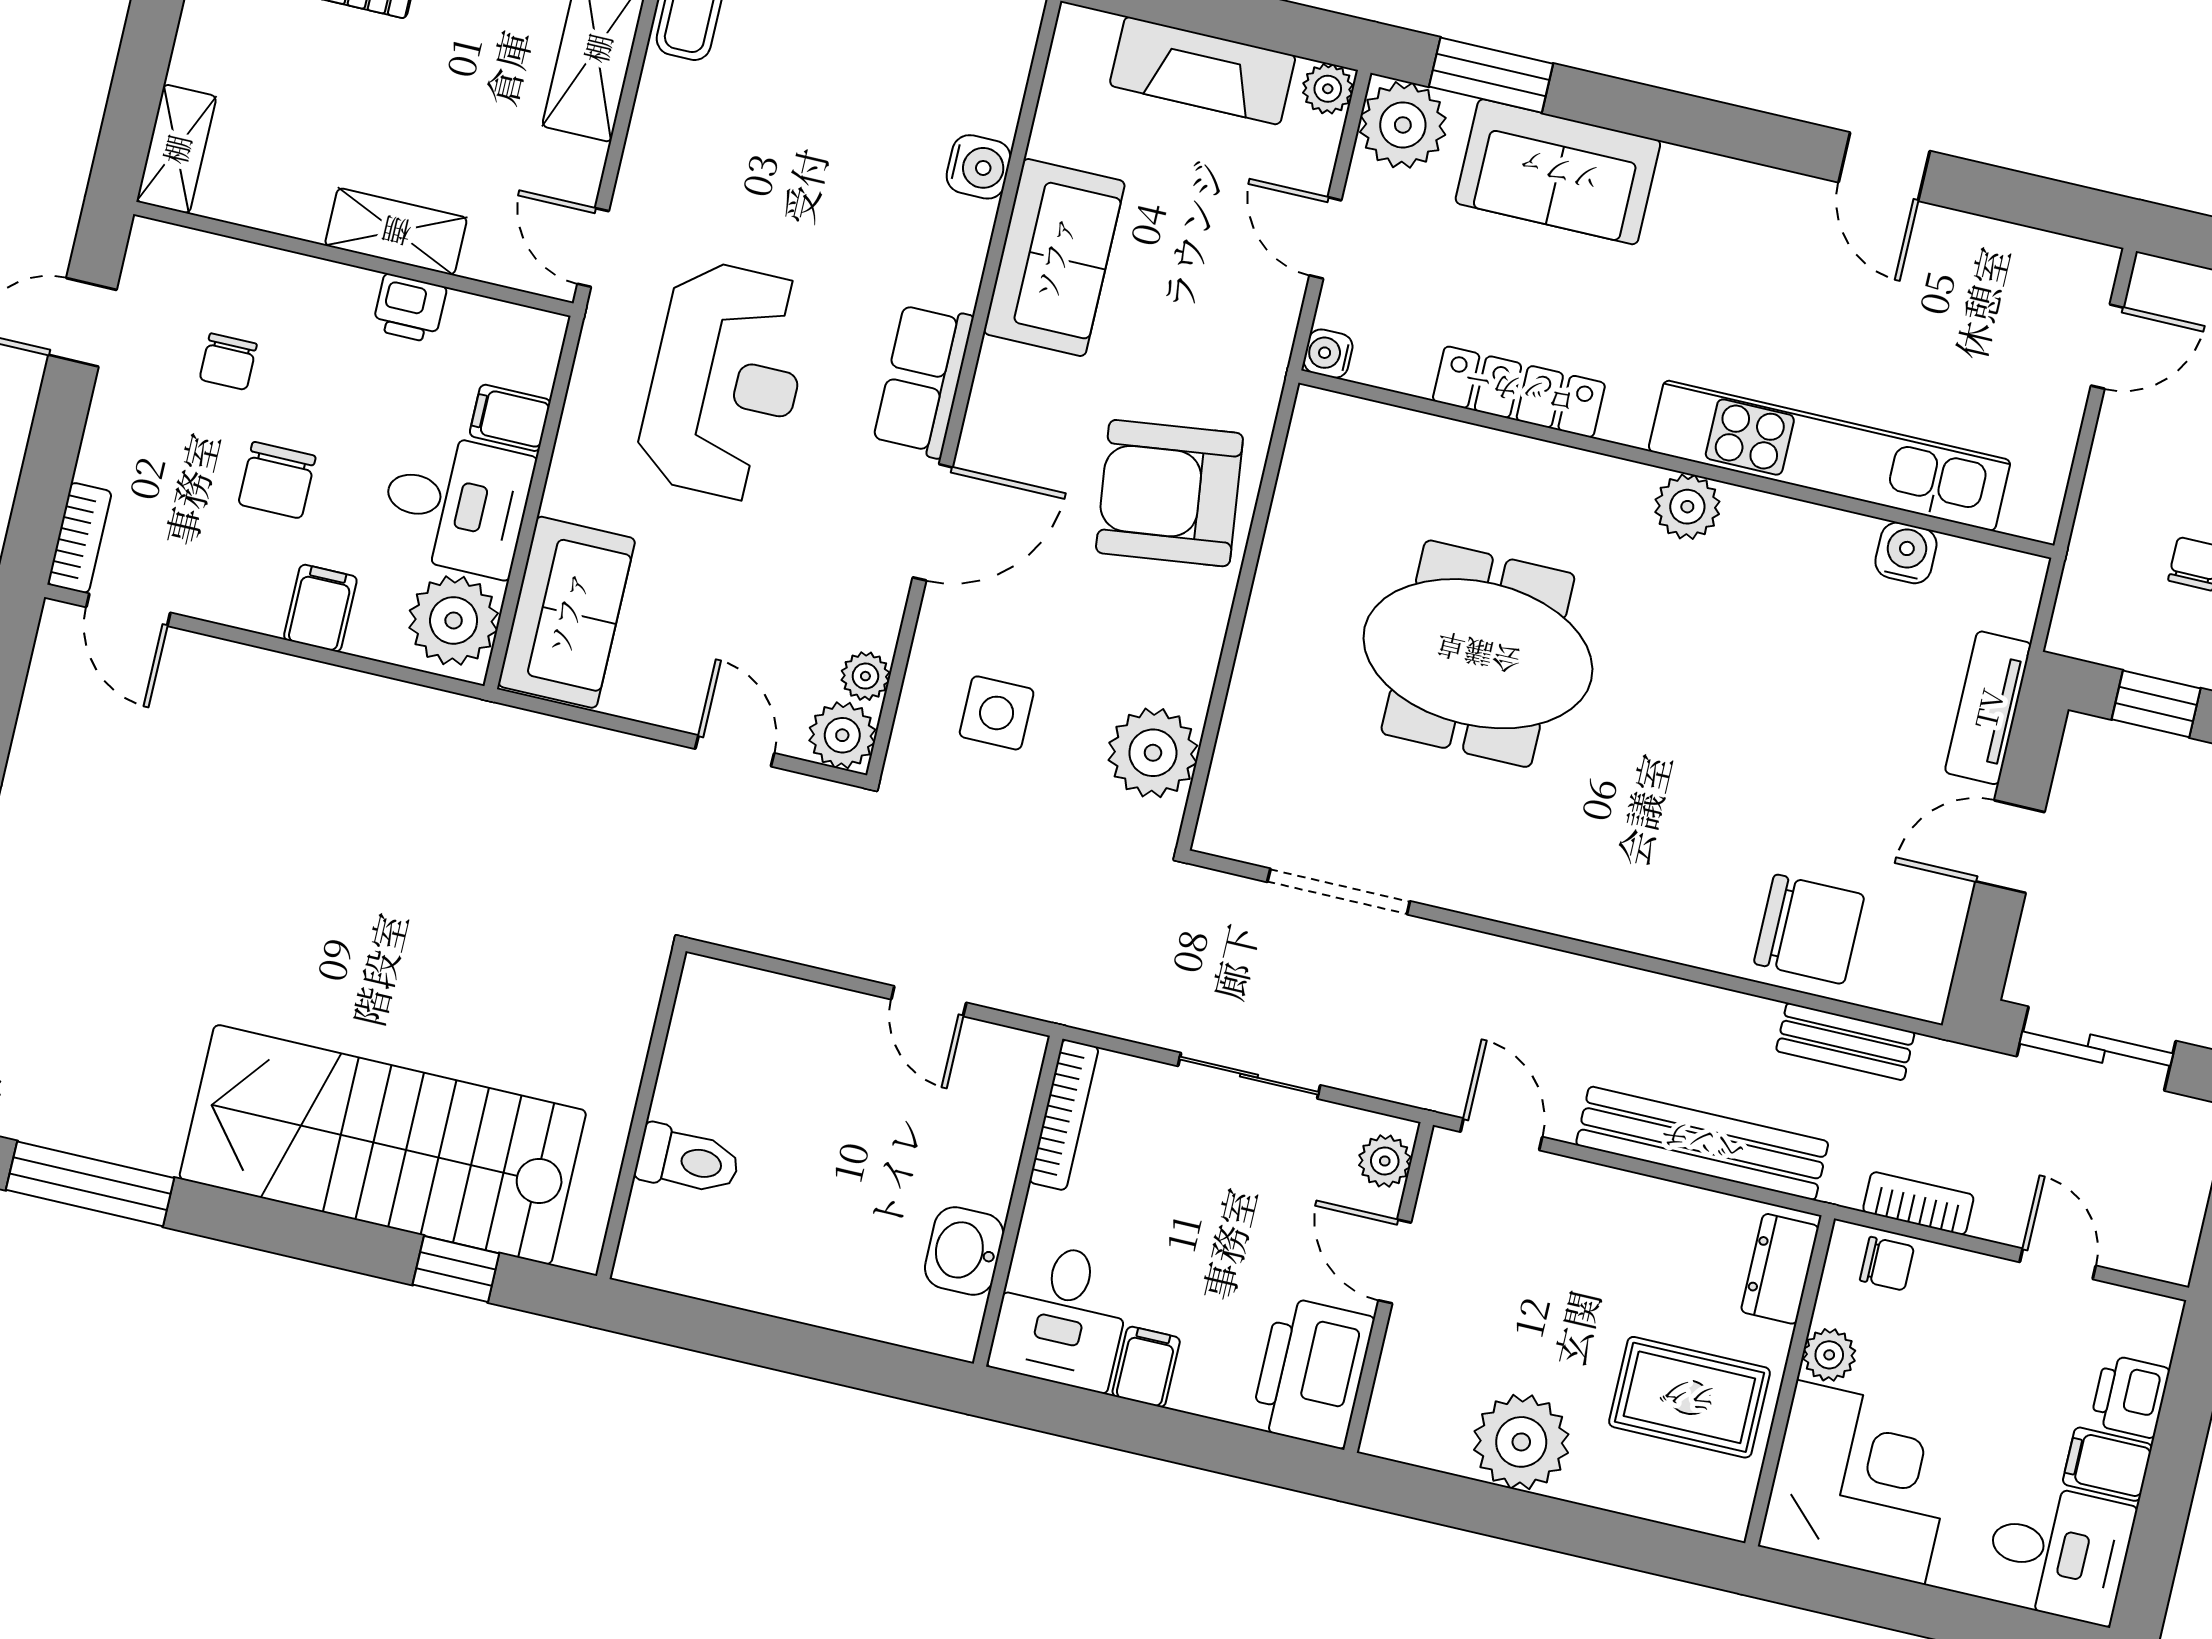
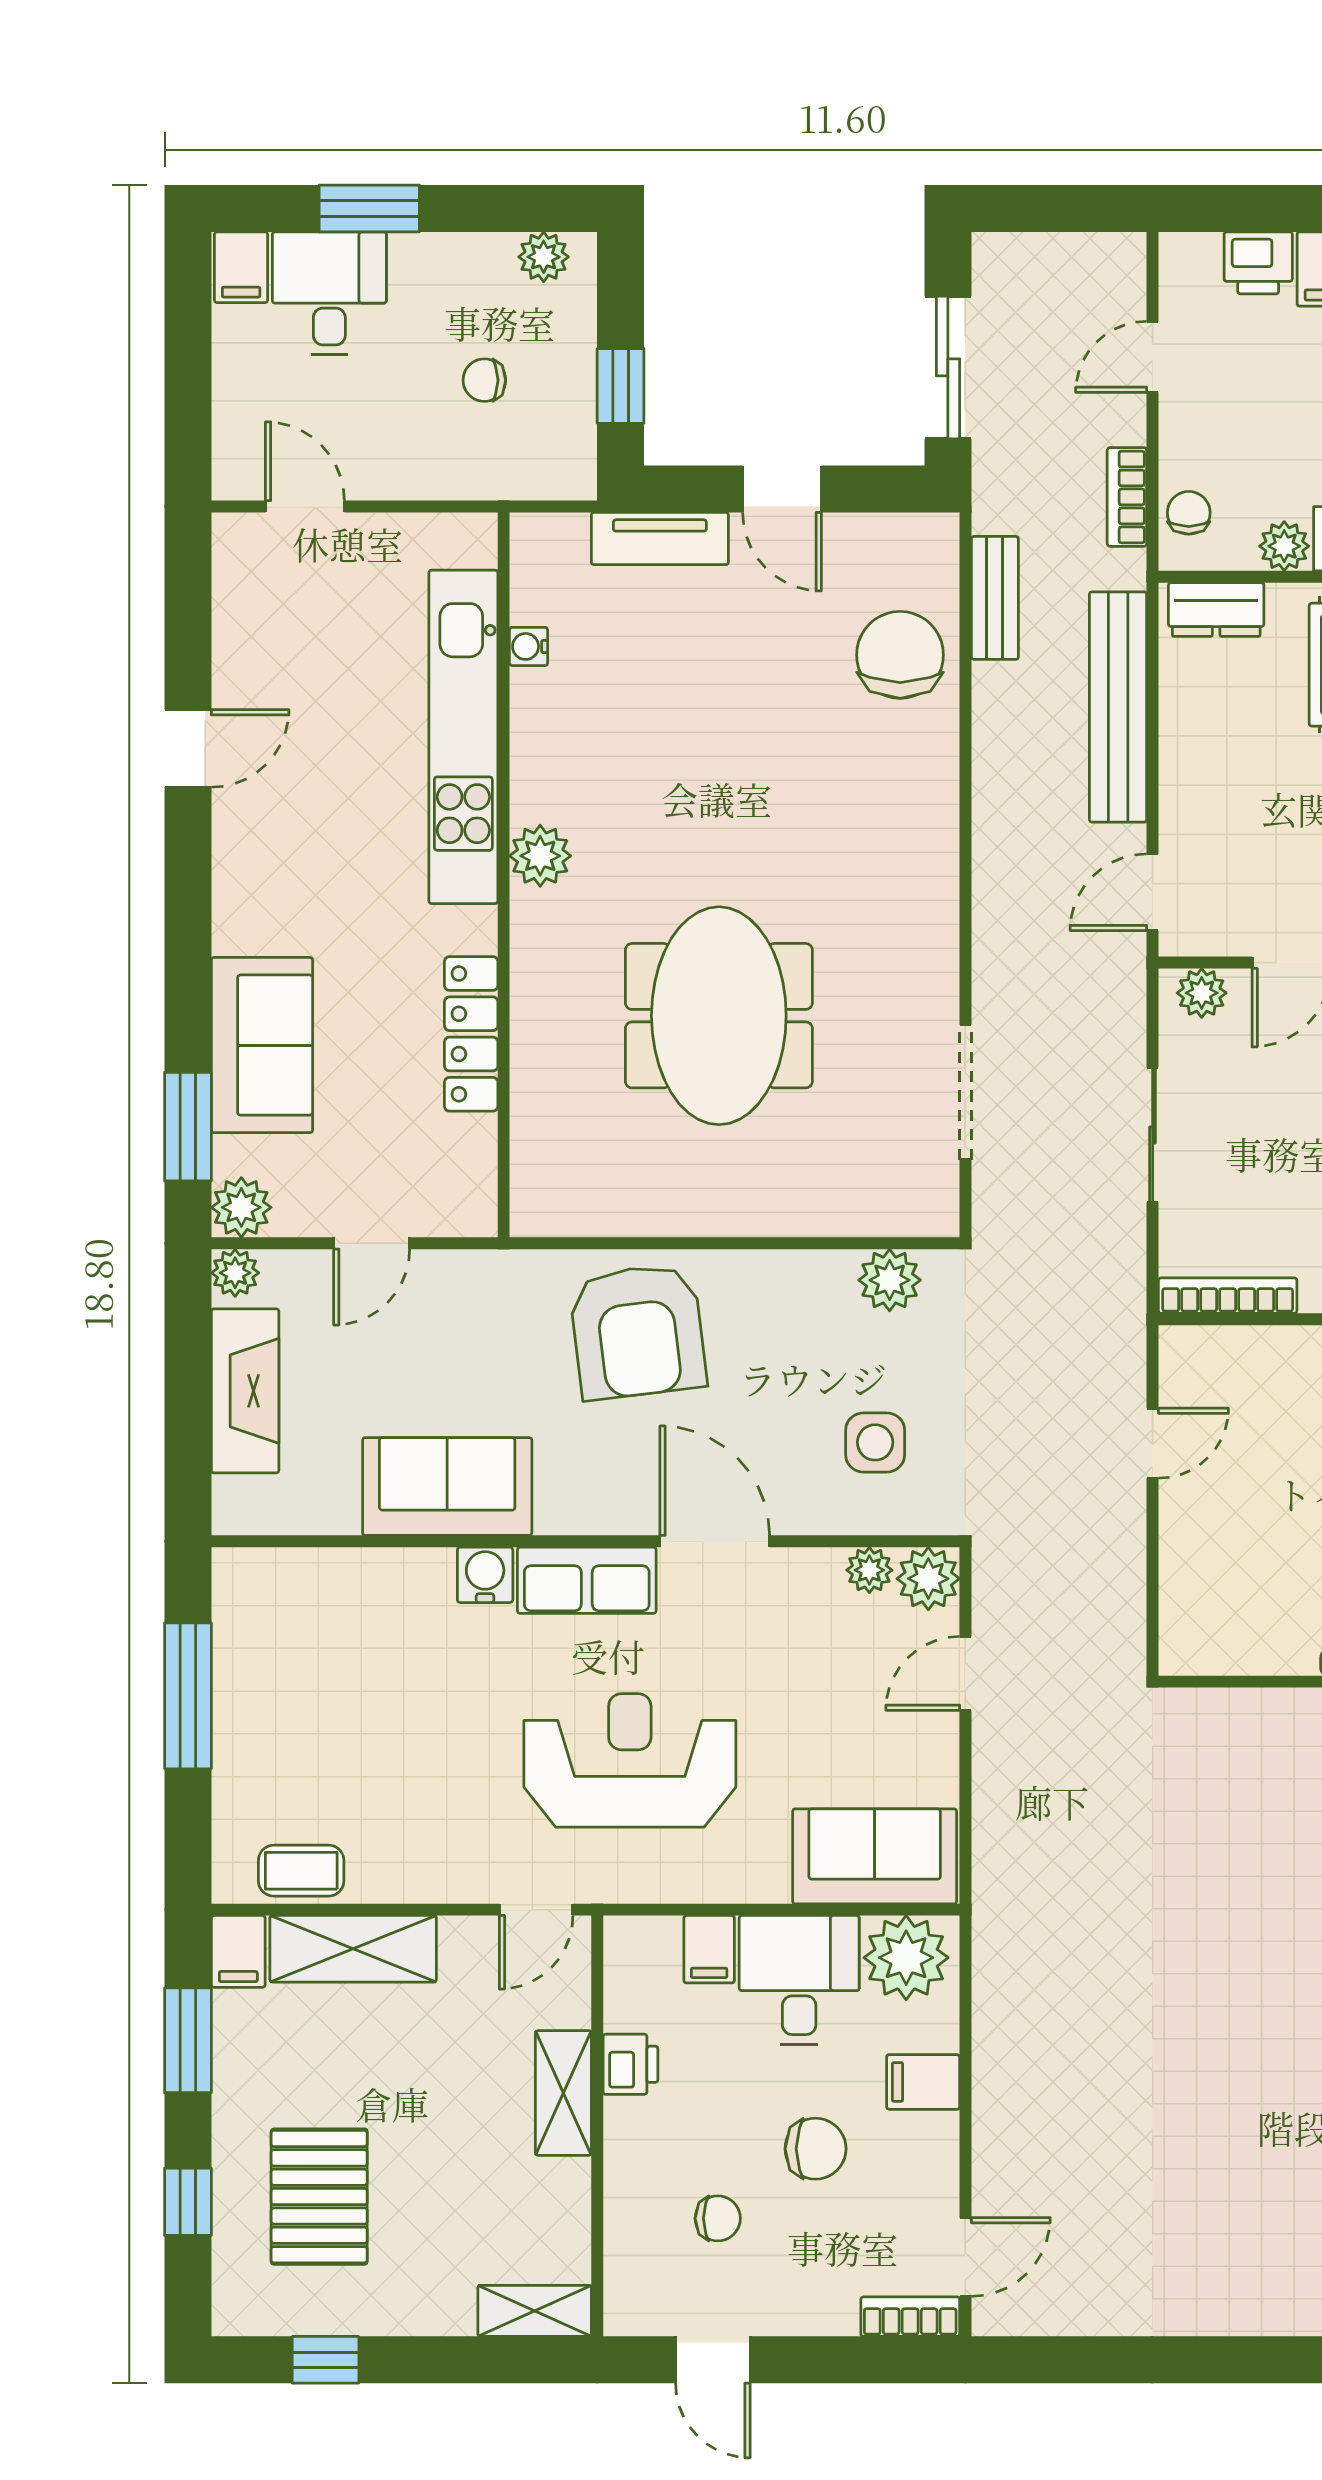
plant: (1403, 125) -> (241, 1207), width x0.73, depth x0.73
water cooler: (979, 167) -> (485, 1575), moved
water cooler: (1328, 354) -> (477, 1216), removed
water cooler: (1906, 553) -> (529, 646), width x0.72, depth x0.72
plant: (1153, 753) -> (890, 1280), width x0.73, depth x0.73

